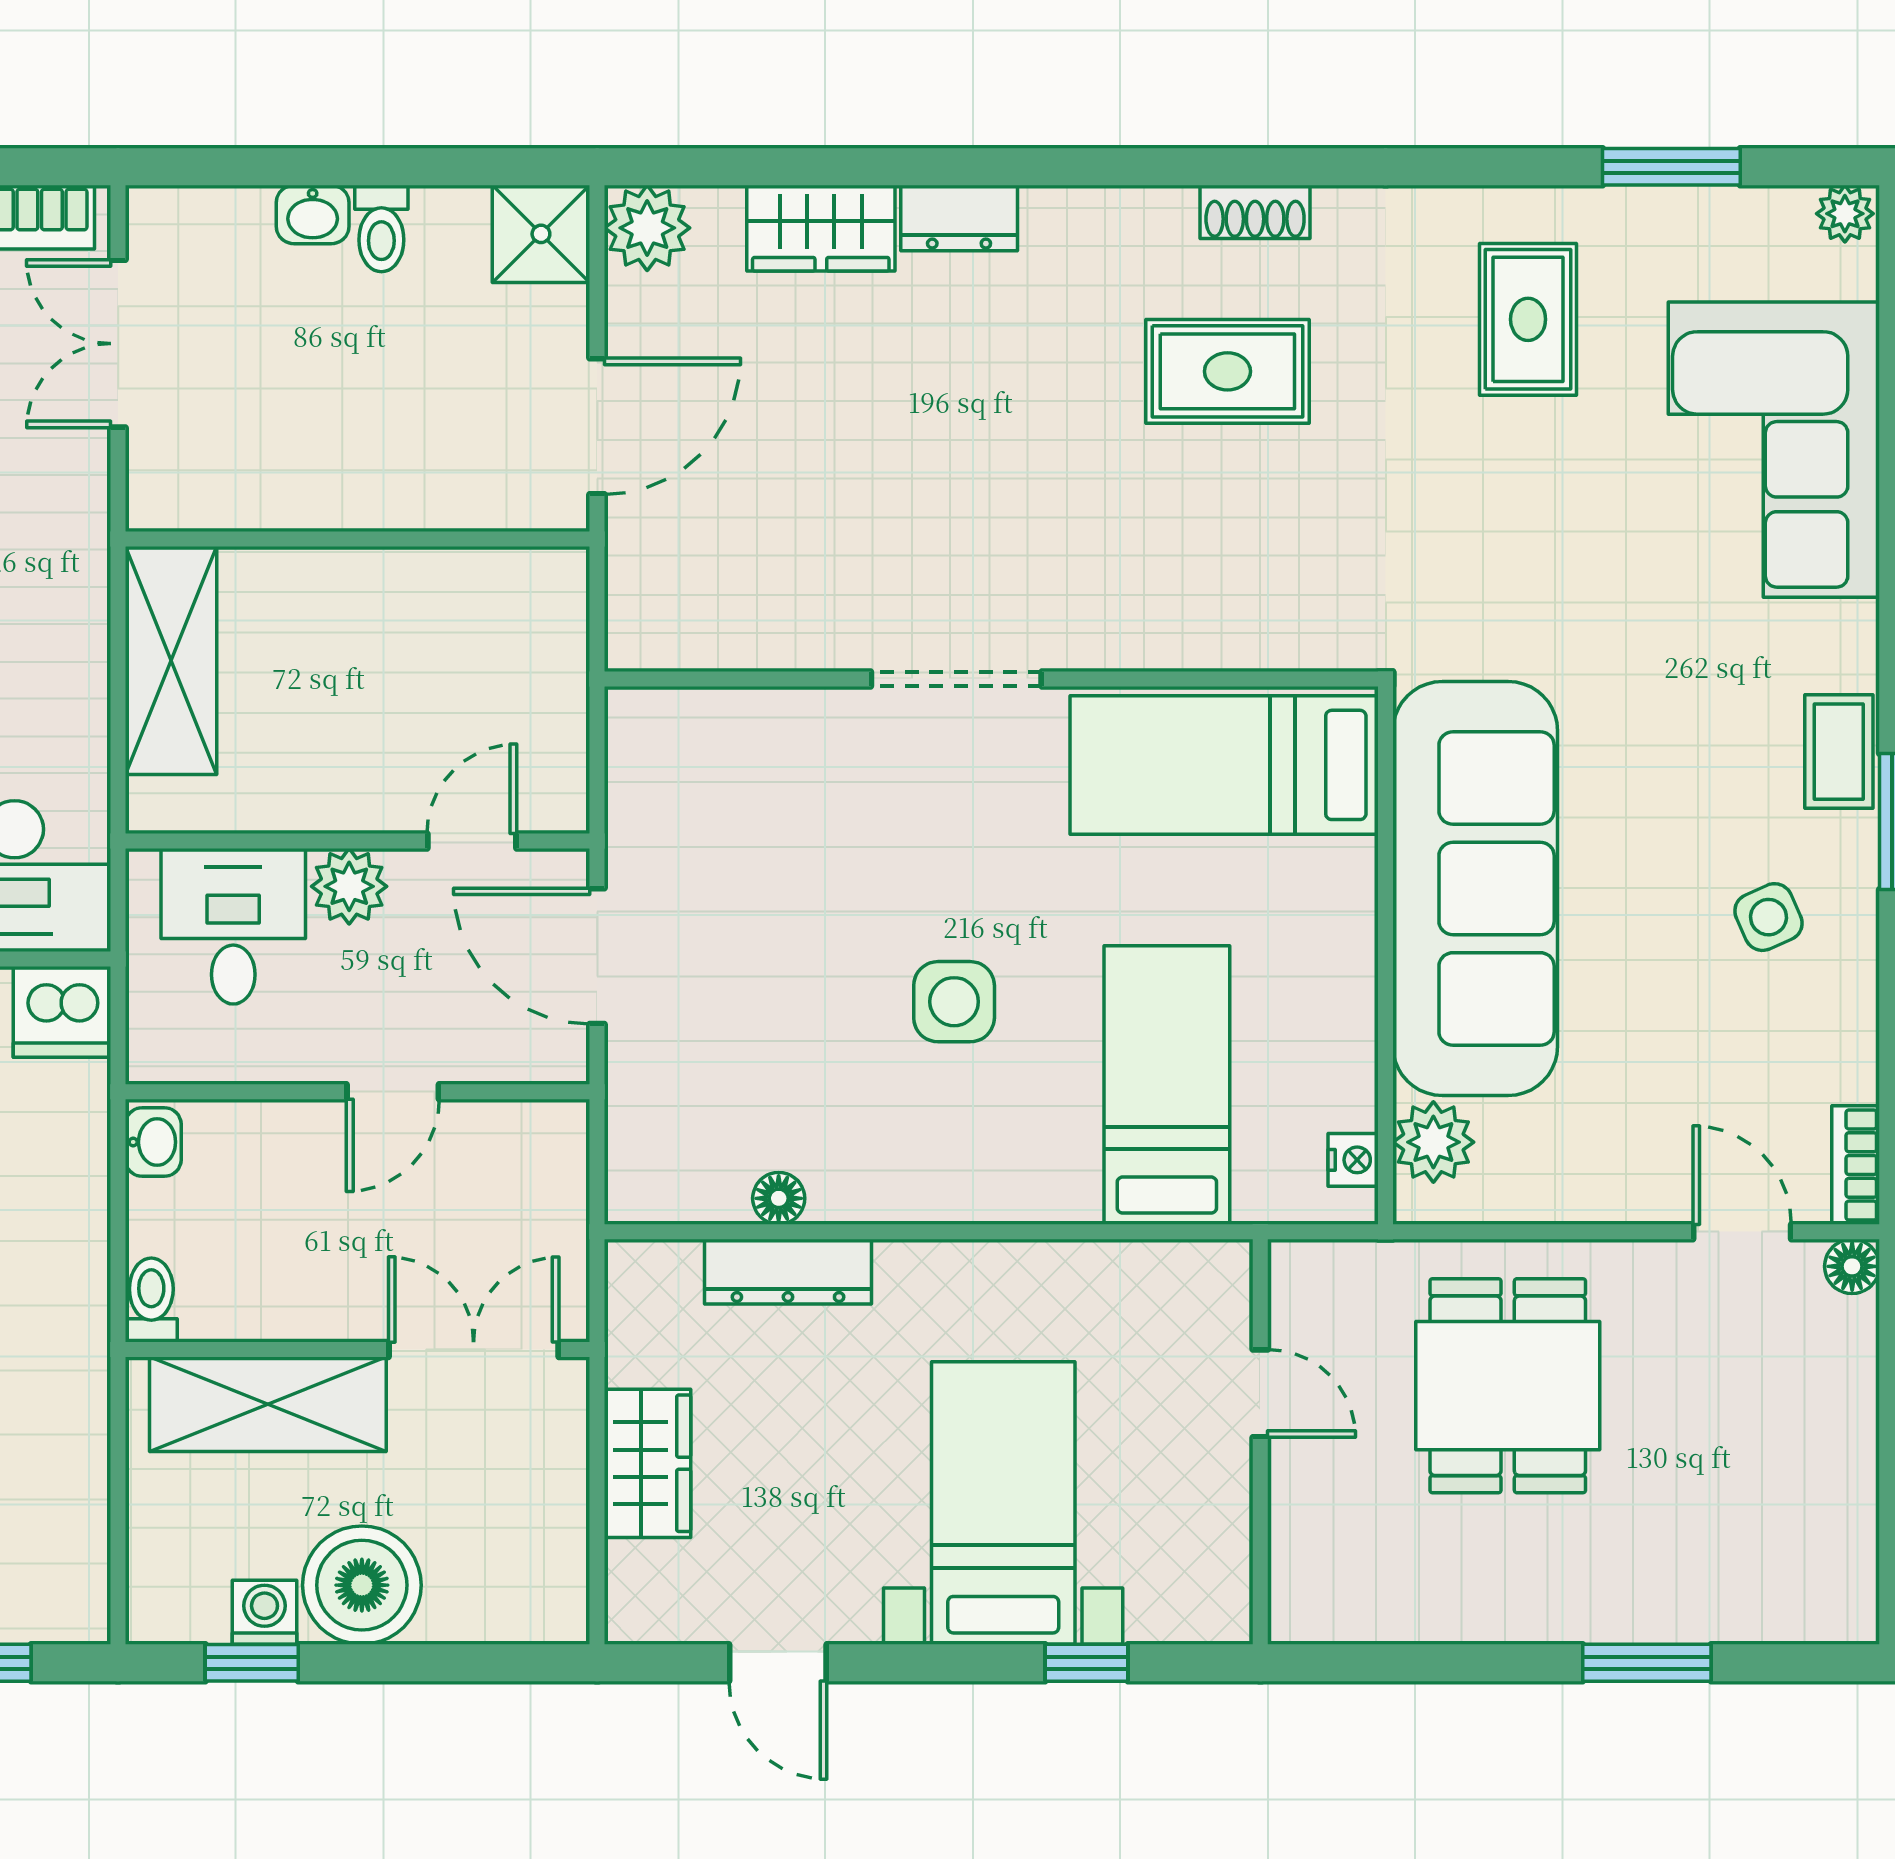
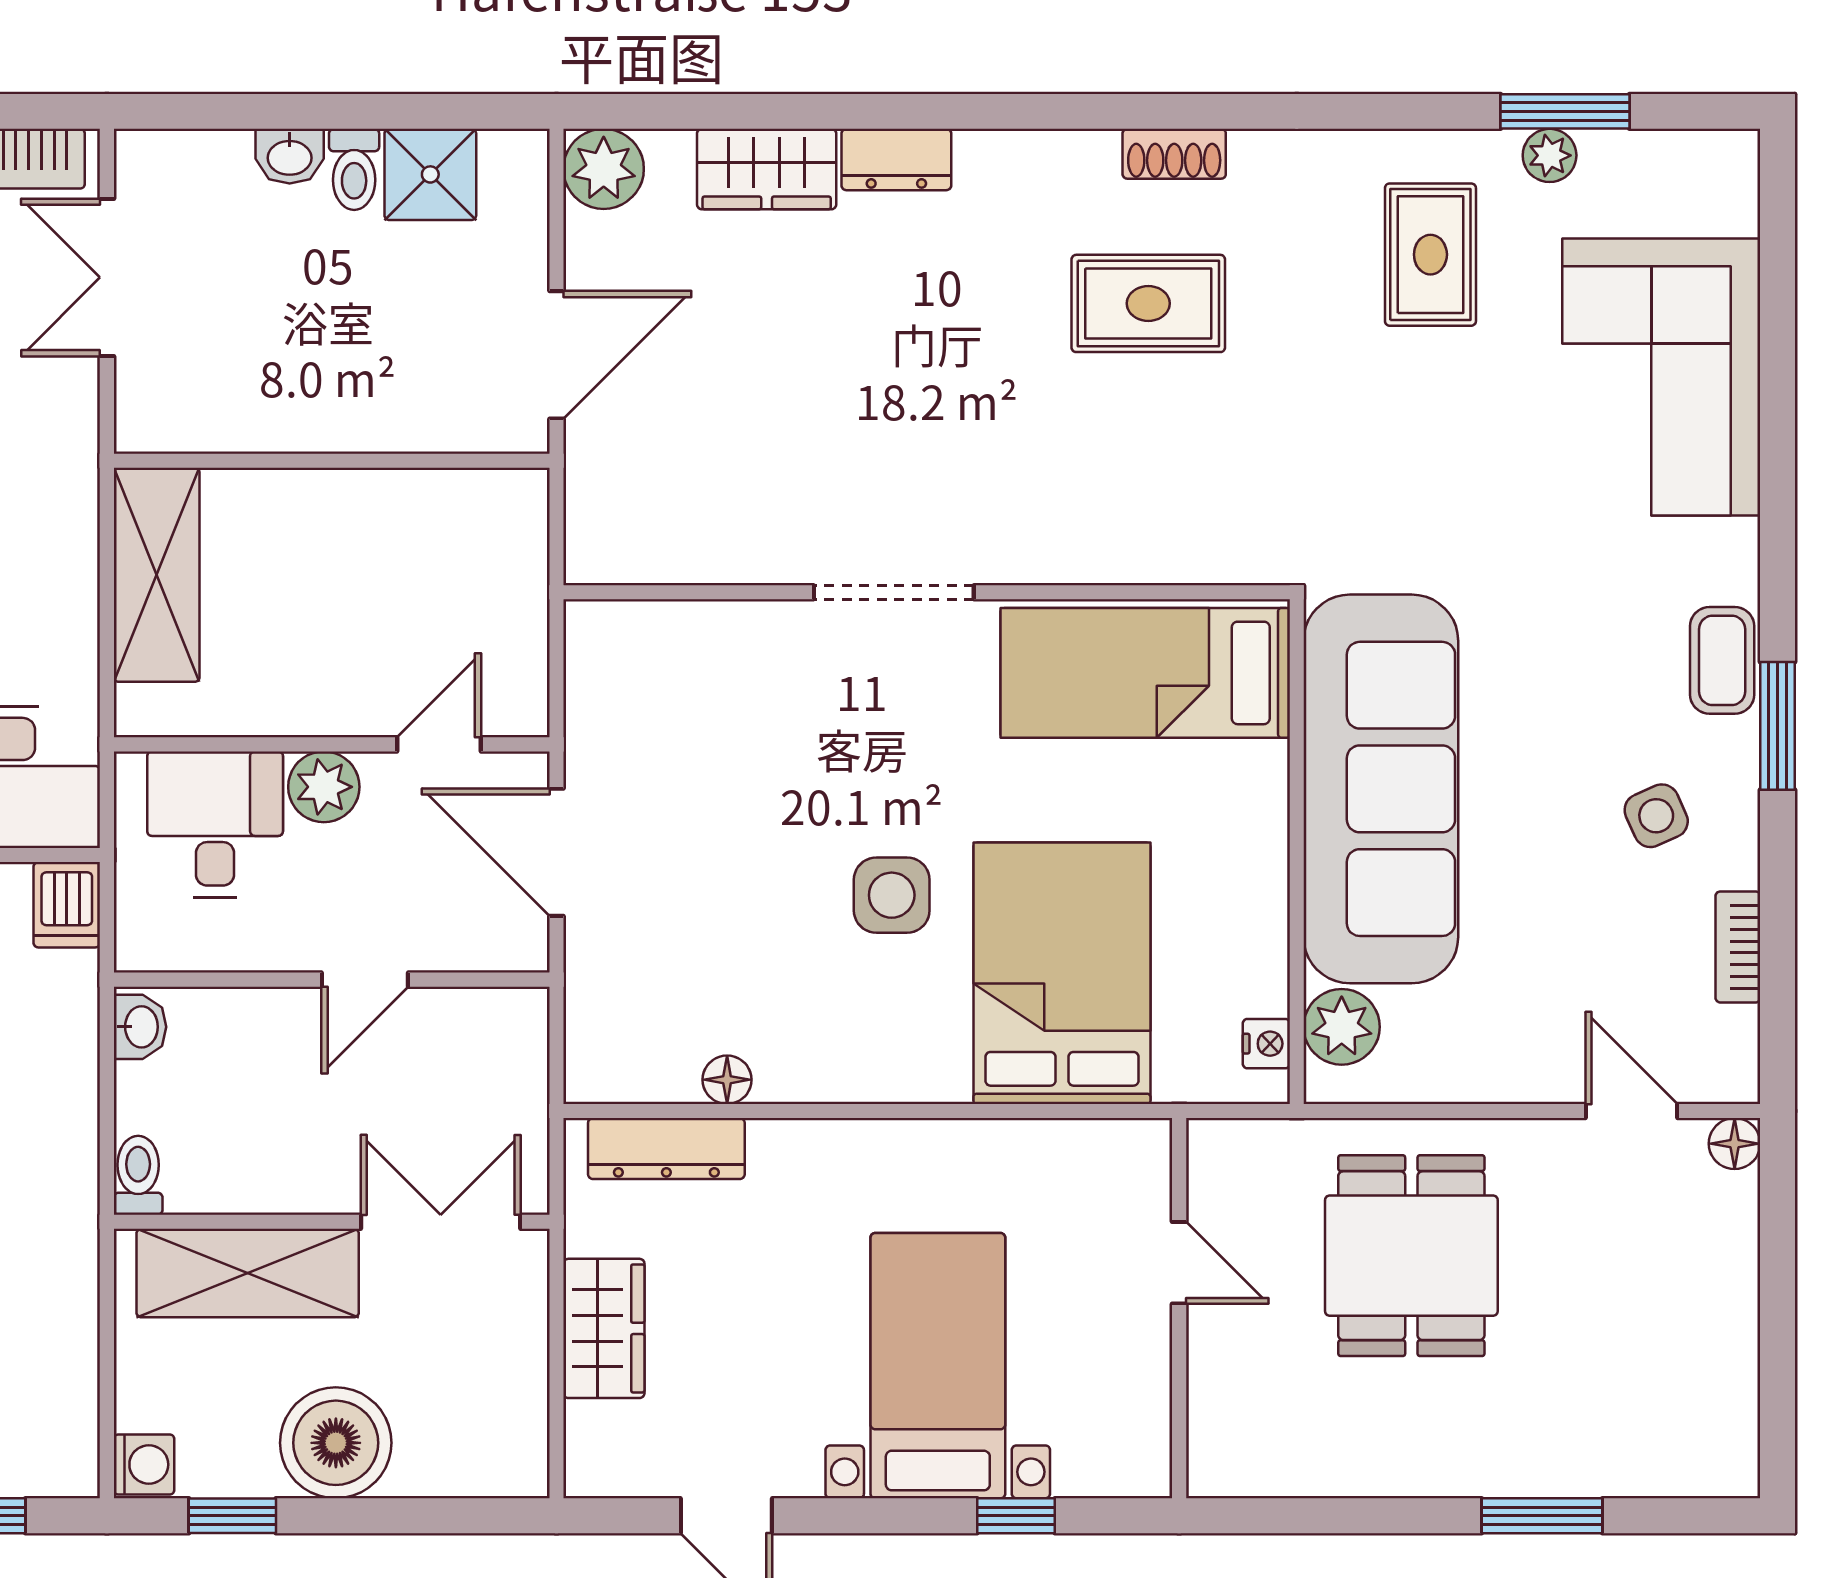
plant: (1845, 214) -> (1550, 155), moved
shower: (541, 234) -> (430, 174), moved
dishwasher: (62, 1012) -> (67, 905), width x0.73
bed: (1167, 1085) -> (1062, 973), width x1.50
bookcase: (1856, 1165) -> (1738, 947), moved
dresser: (788, 1272) -> (666, 1149), moved
washing machine: (265, 1612) -> (144, 1465), moved, turned 90

